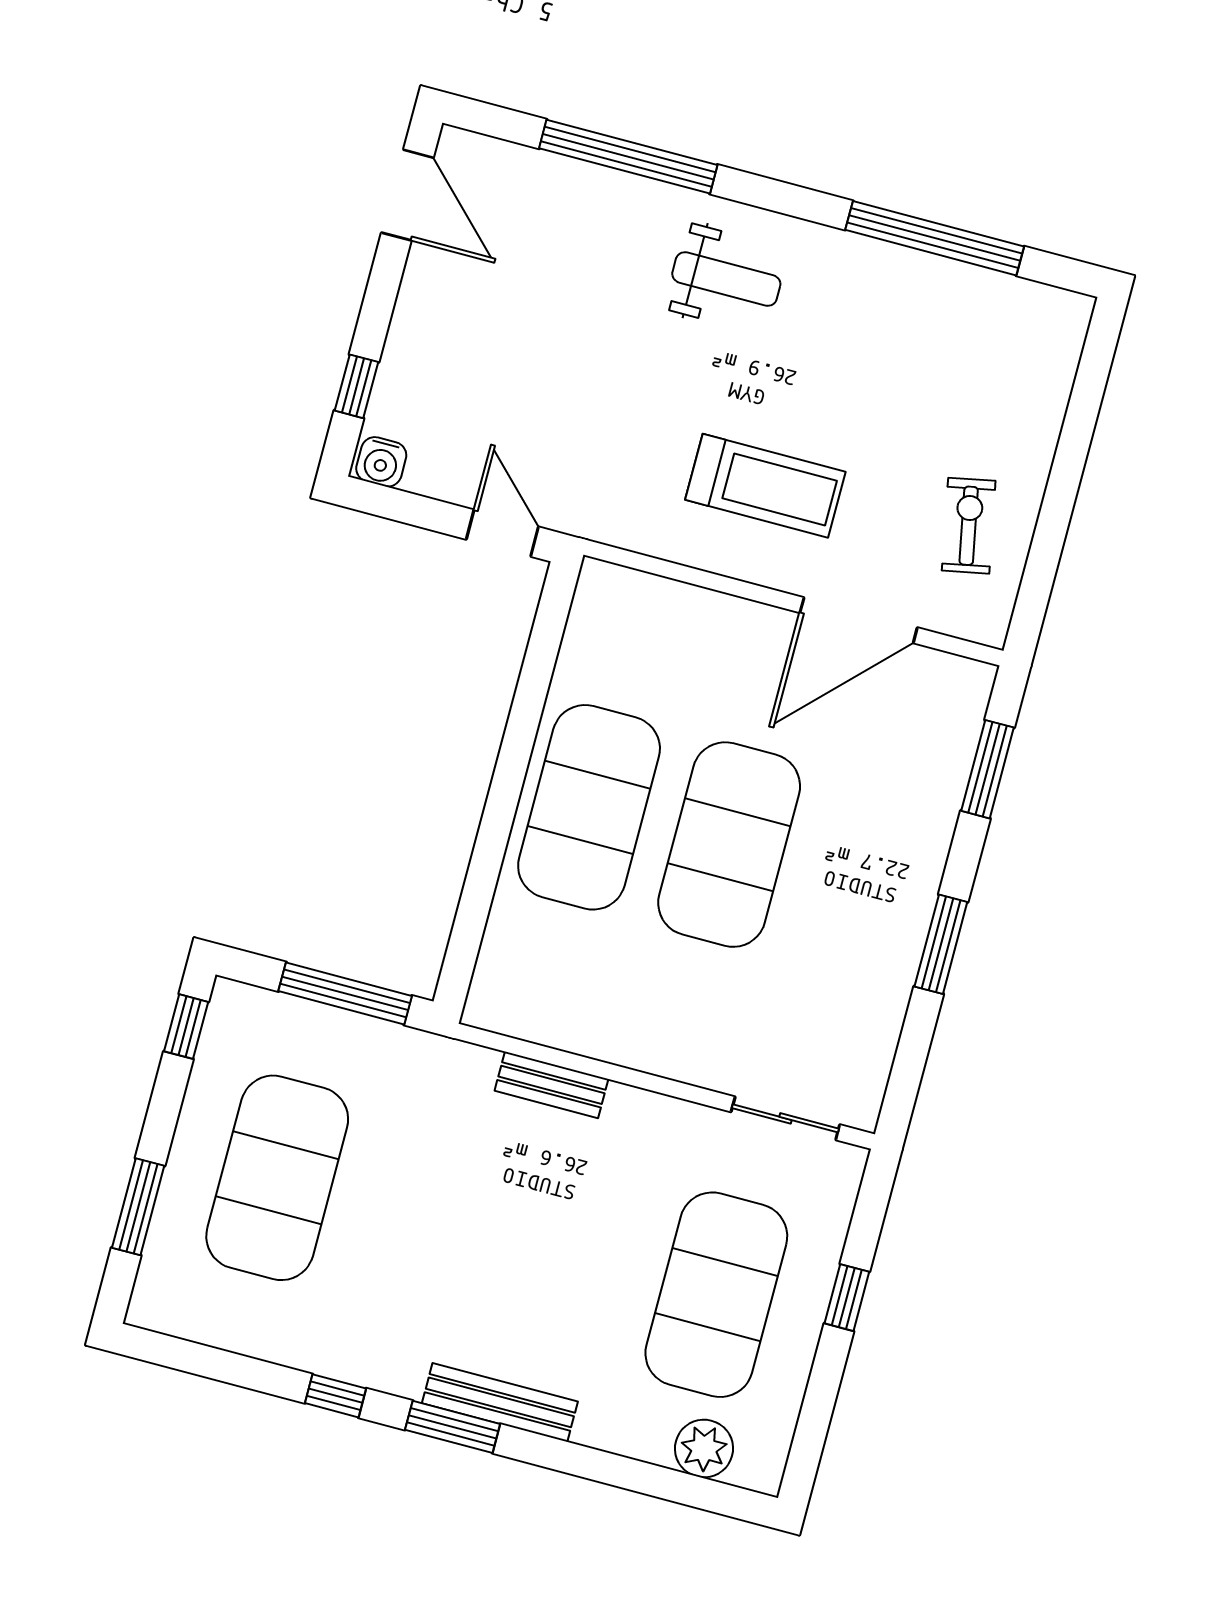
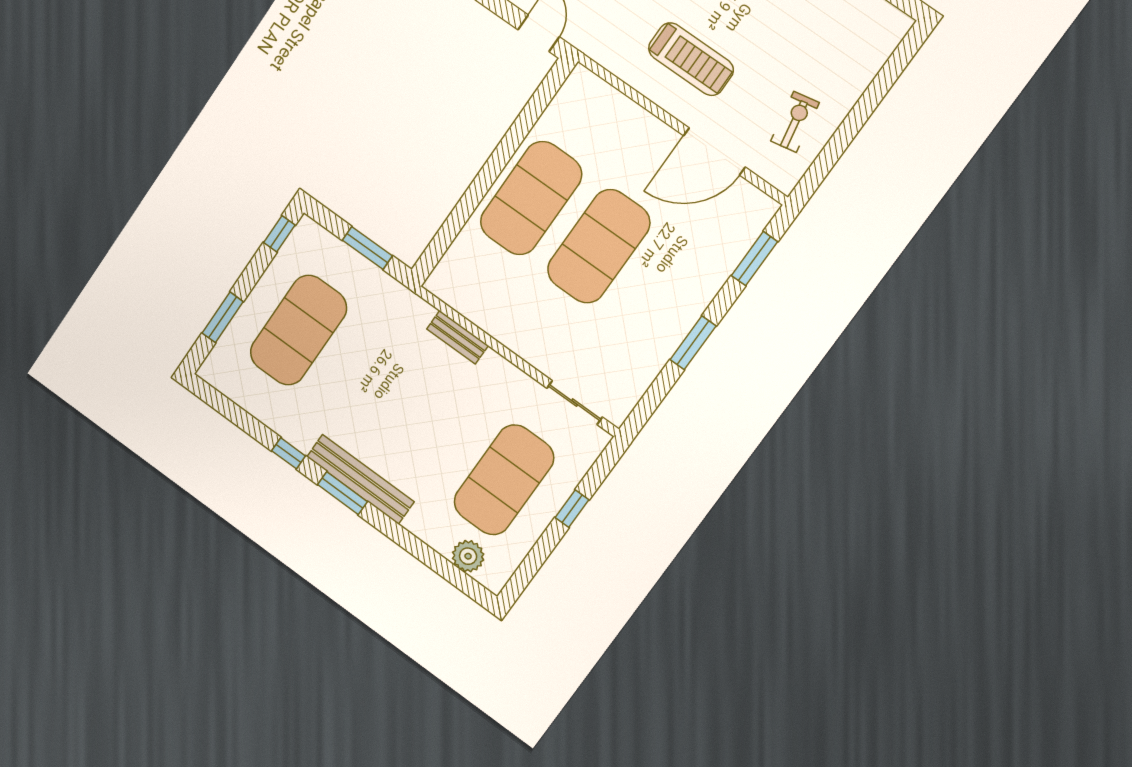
window: (345, 994) -> (367, 248), width x0.69
bench: (500, 1402) -> (360, 479), width x1.37, depth x1.21

